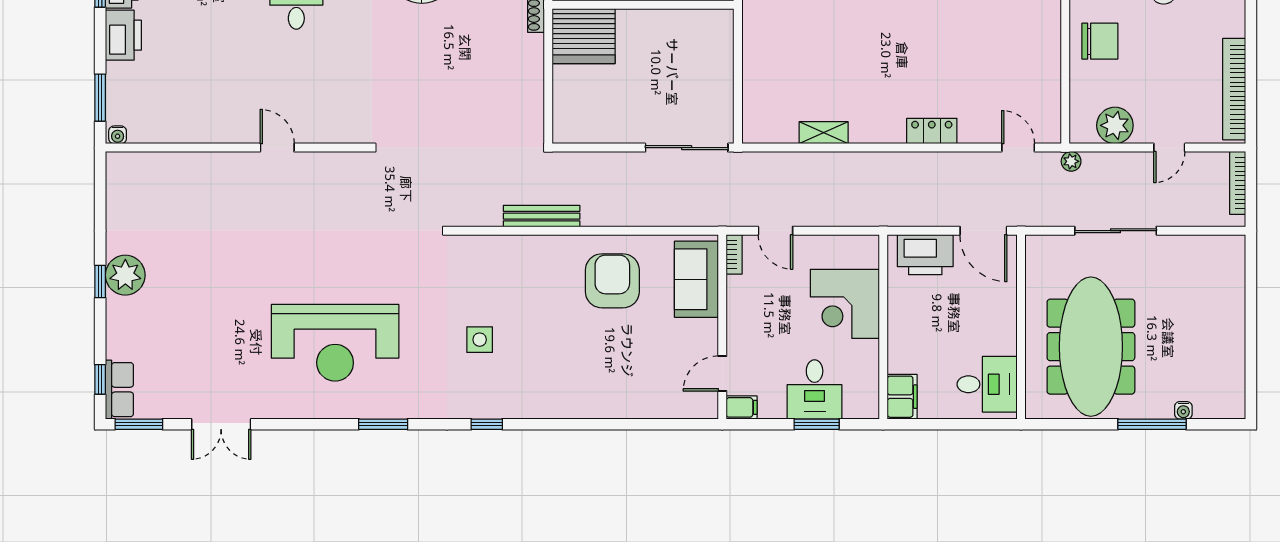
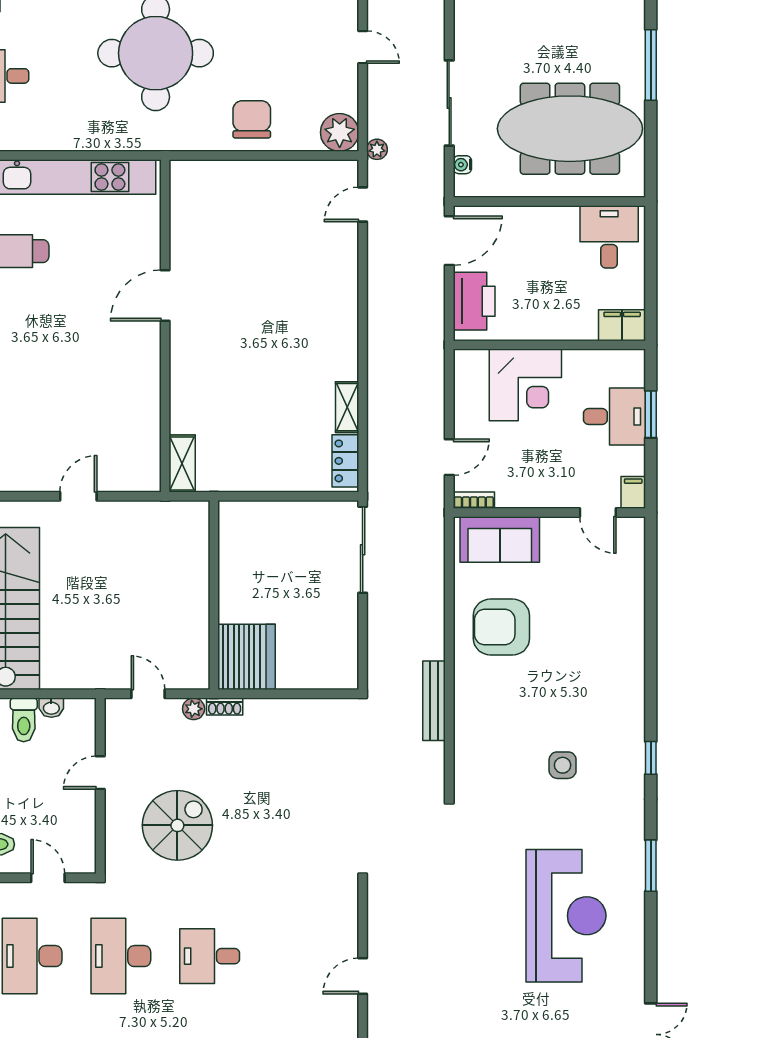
plant: (1115, 125) -> (340, 132), moved
locker: (932, 131) -> (345, 461), moved
water cooler: (1183, 410) -> (462, 165), moved, turned 180

